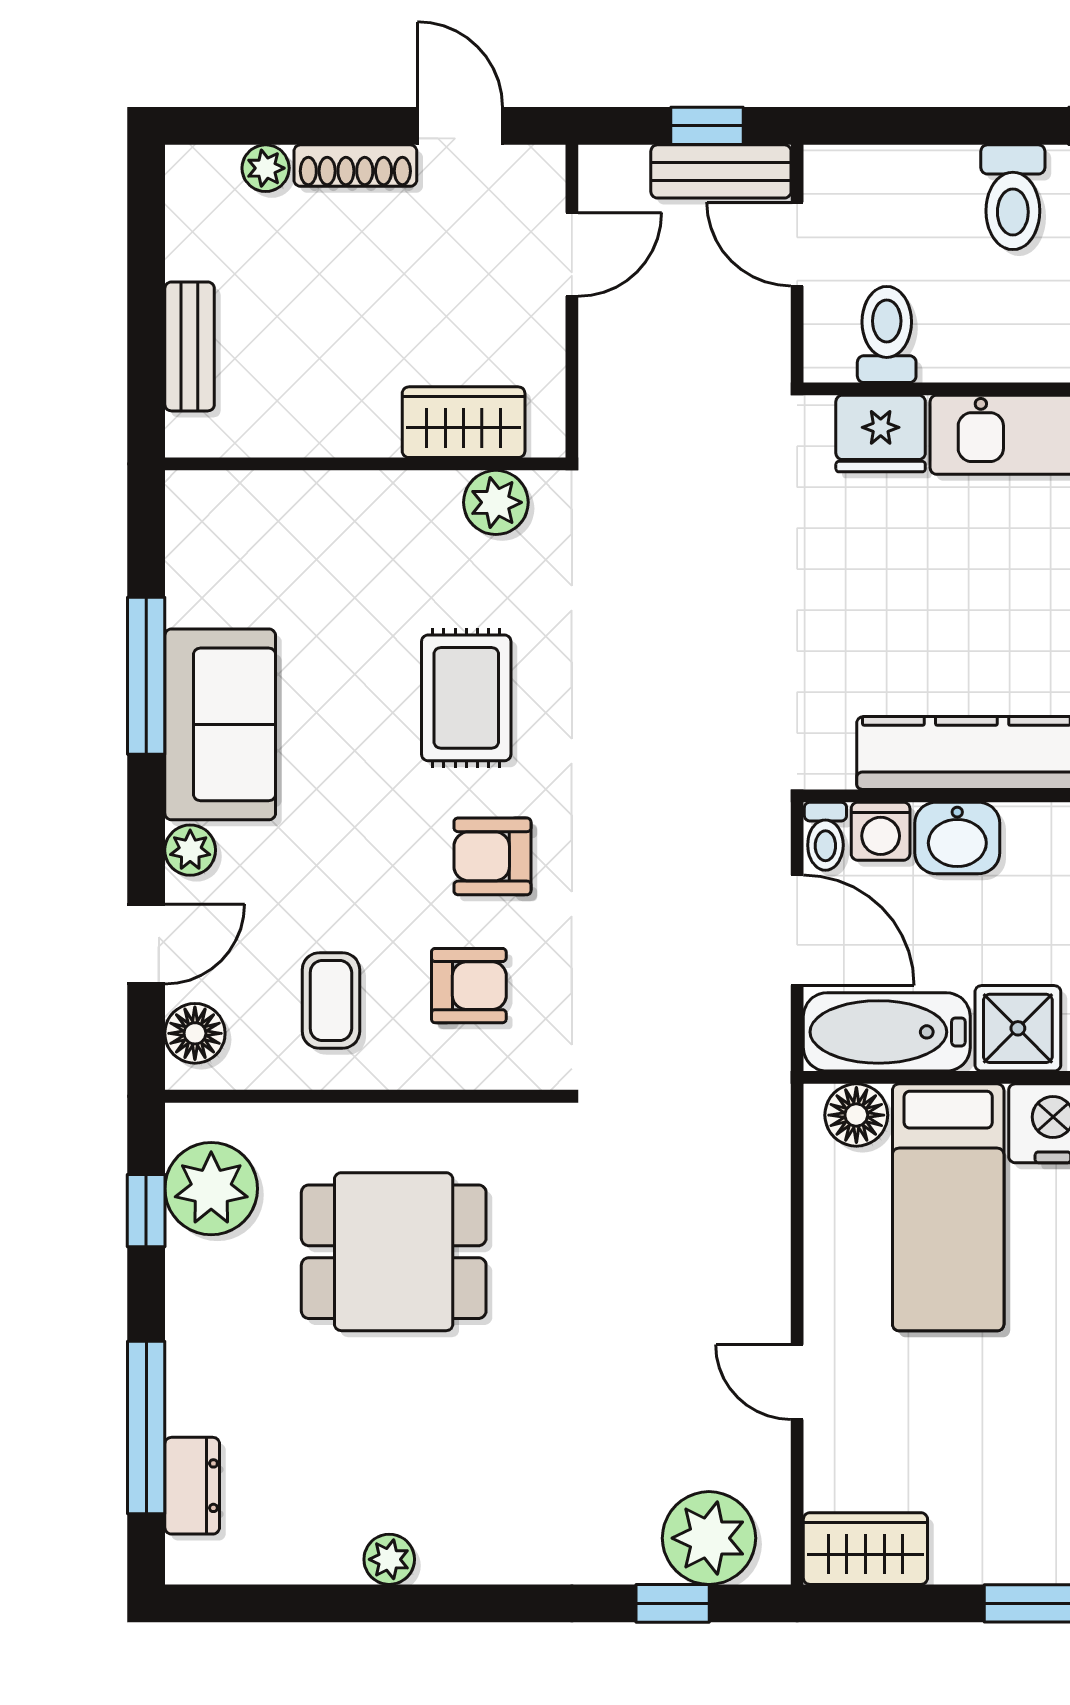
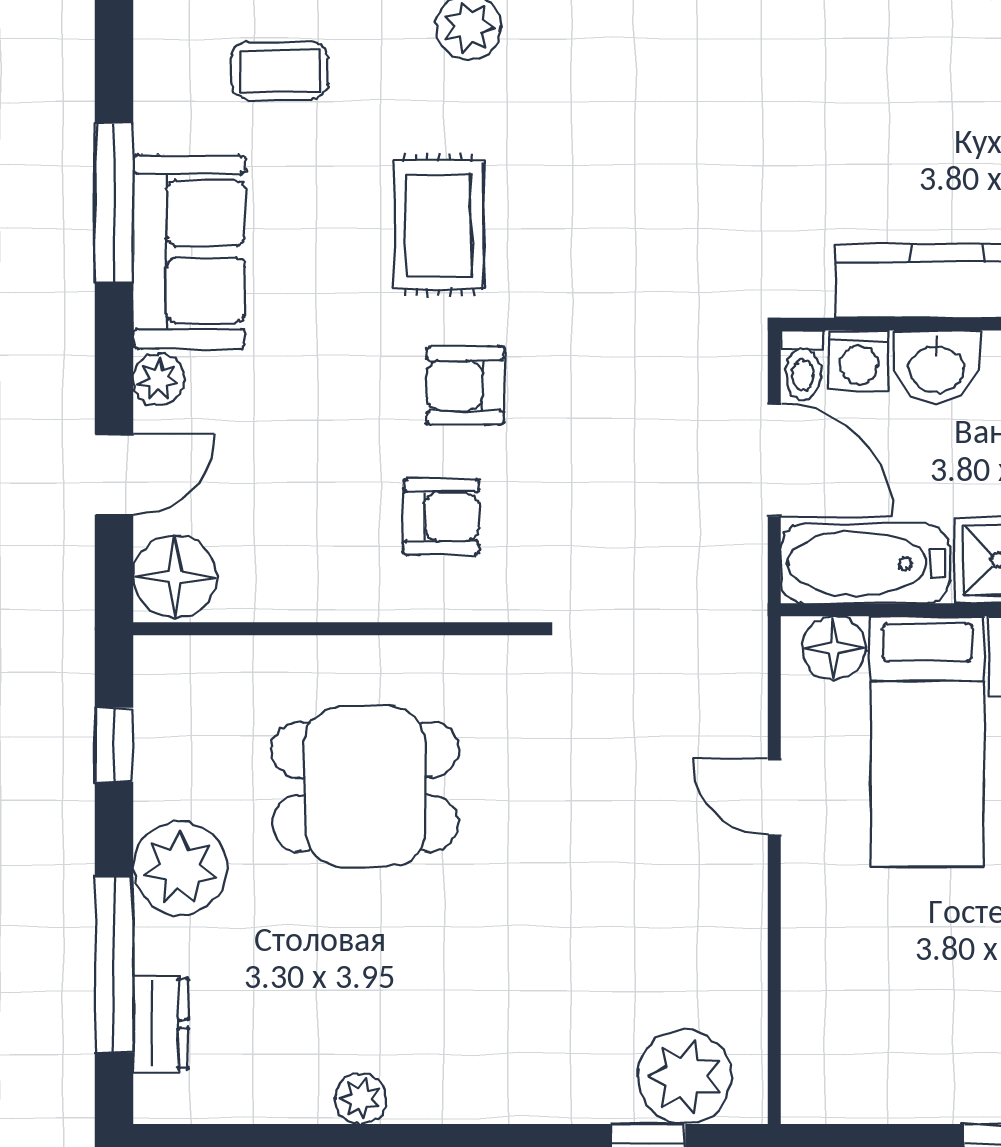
coffee table: (331, 1000) -> (280, 70), moved, turned 90
floor lamp: (195, 1033) -> (175, 576), width x1.38, depth x1.38
plant: (211, 1189) -> (180, 868), moved
door: (797, 1382) -> (774, 797), moved
wardrobe: (865, 1549) -> (843, 1088), removed

